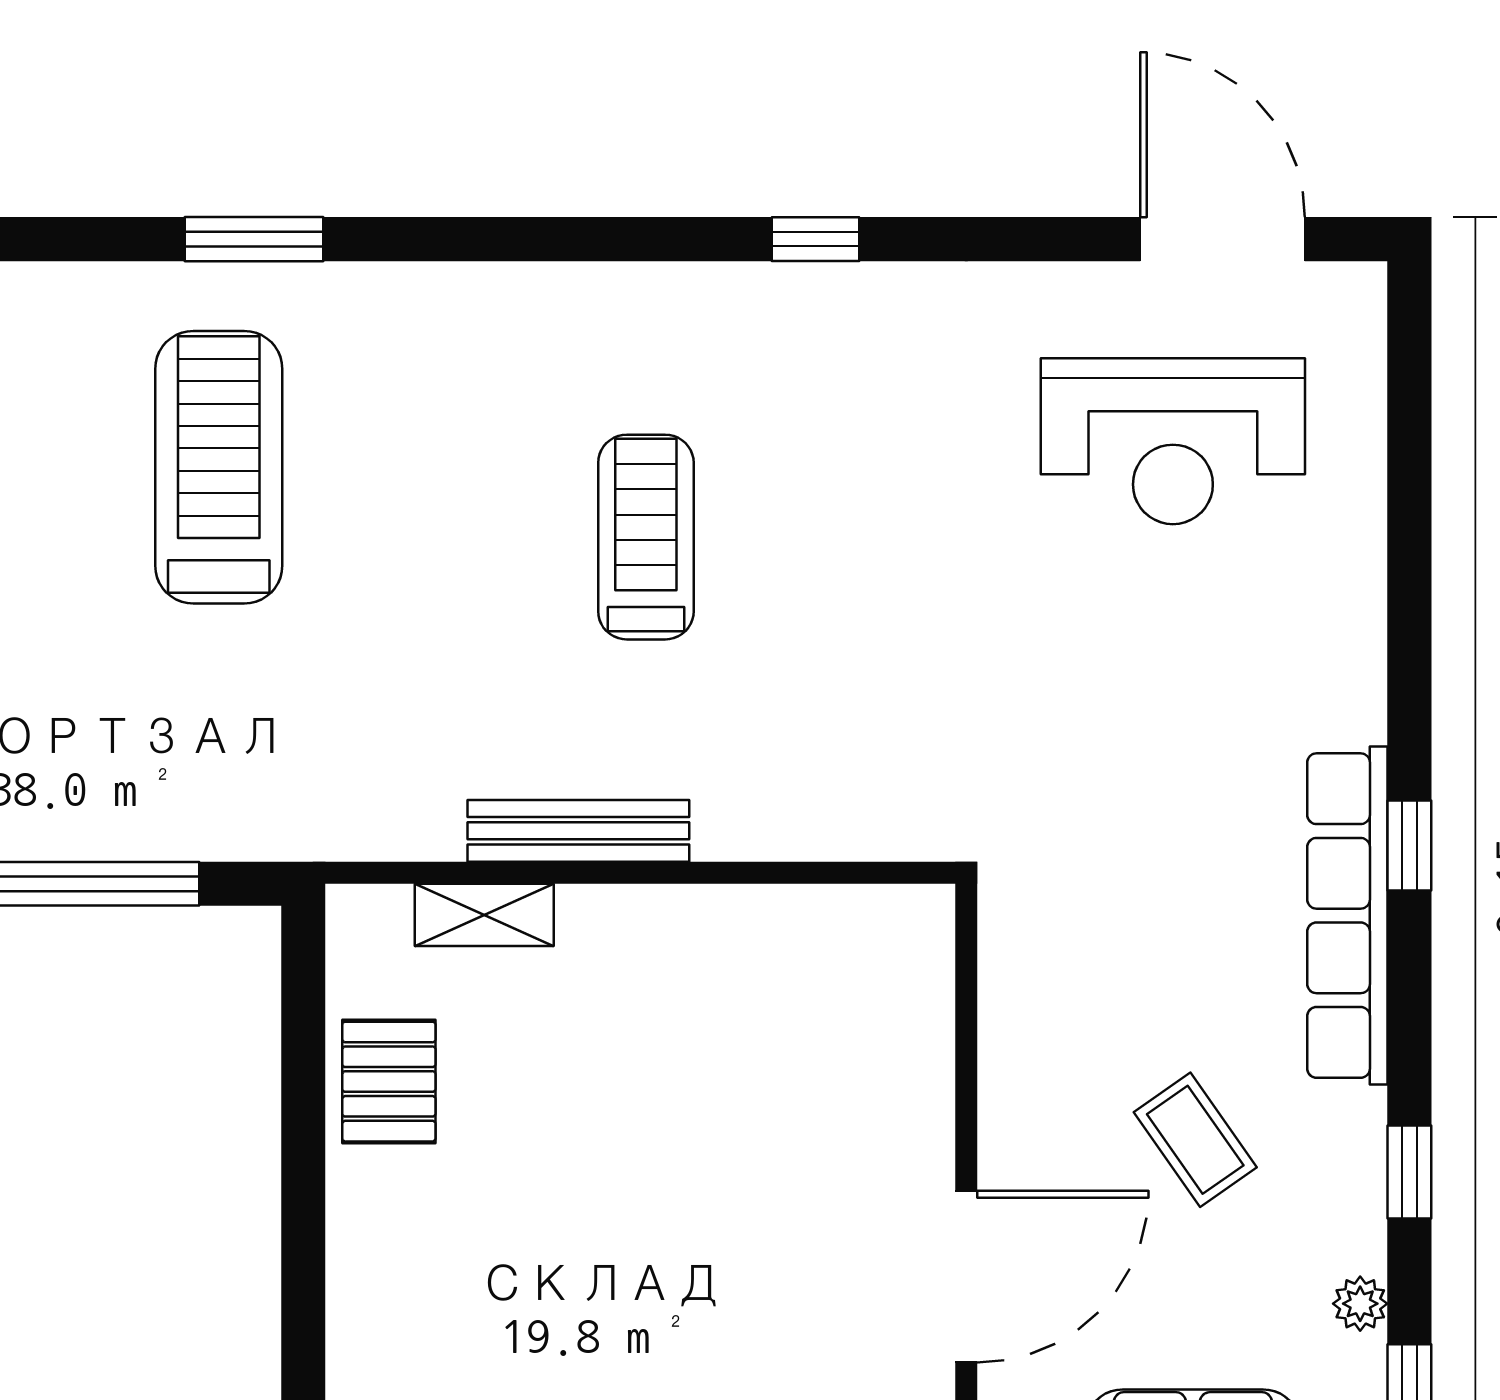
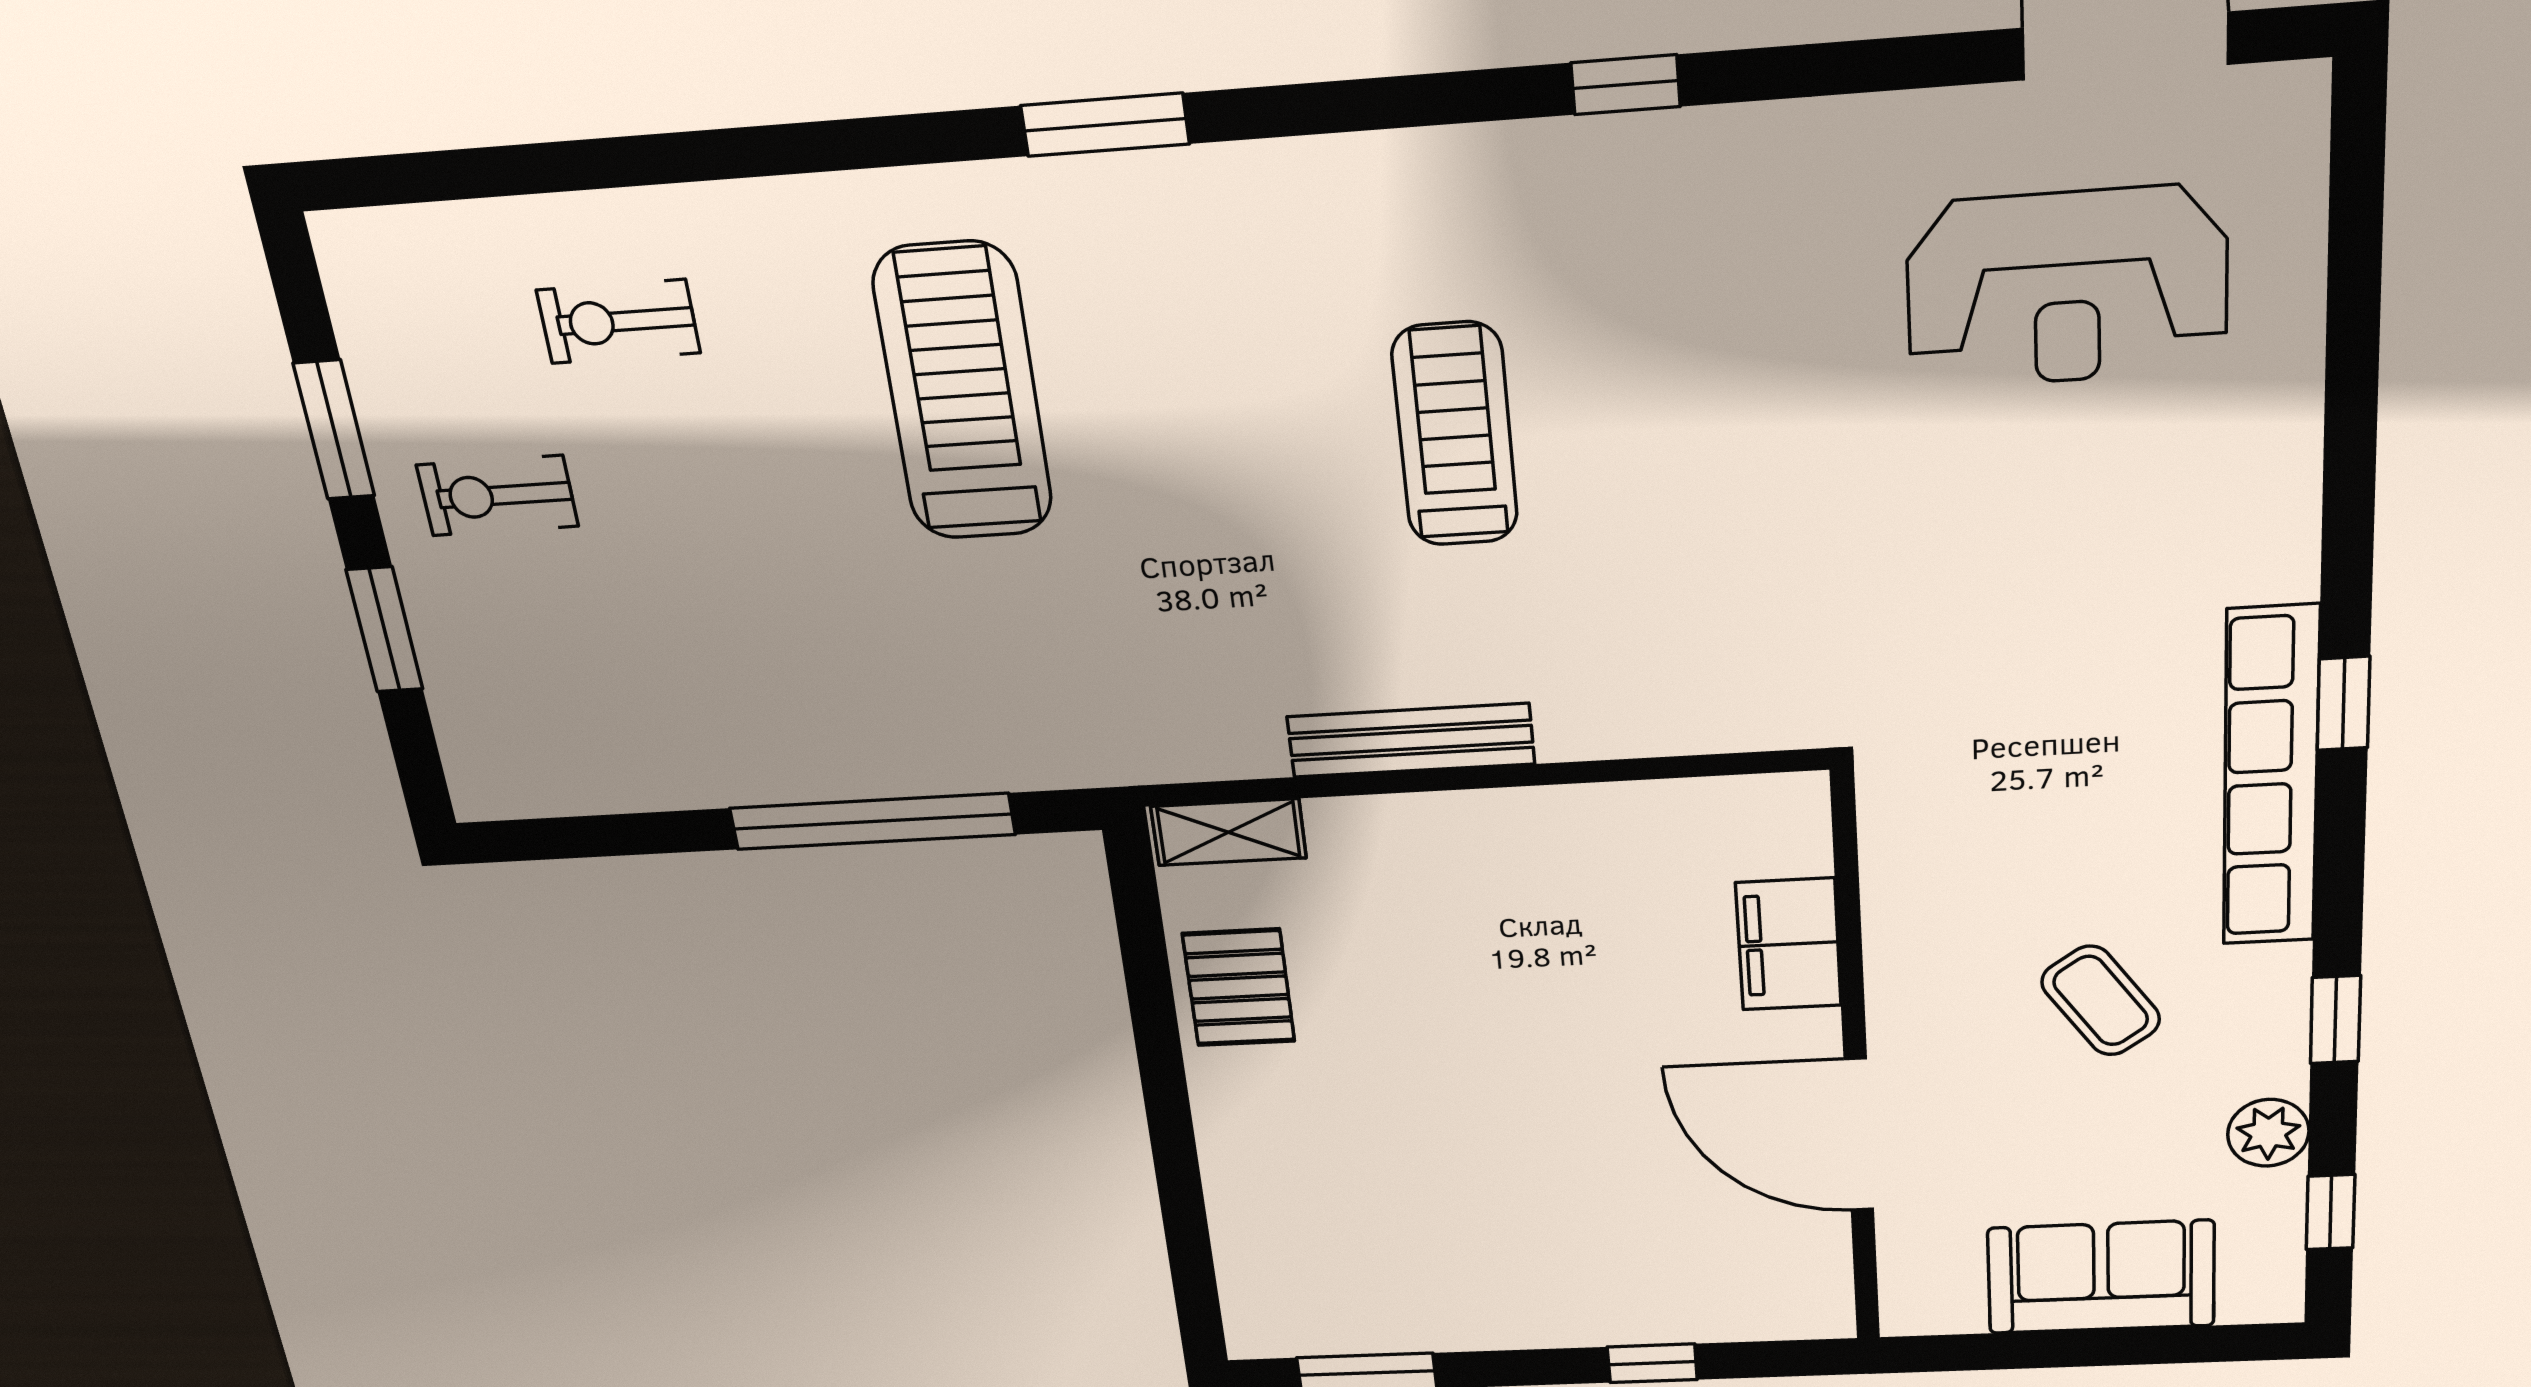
window: (254, 239) -> (1105, 125), moved
shelving: (484, 915) -> (1228, 832), moved
filing cabinet: (910, 1063) -> (1789, 944), added
door: (966, 1277) -> (1859, 1135), swing flipped
plant: (1360, 1304) -> (2268, 1133), width x1.38, depth x1.38

